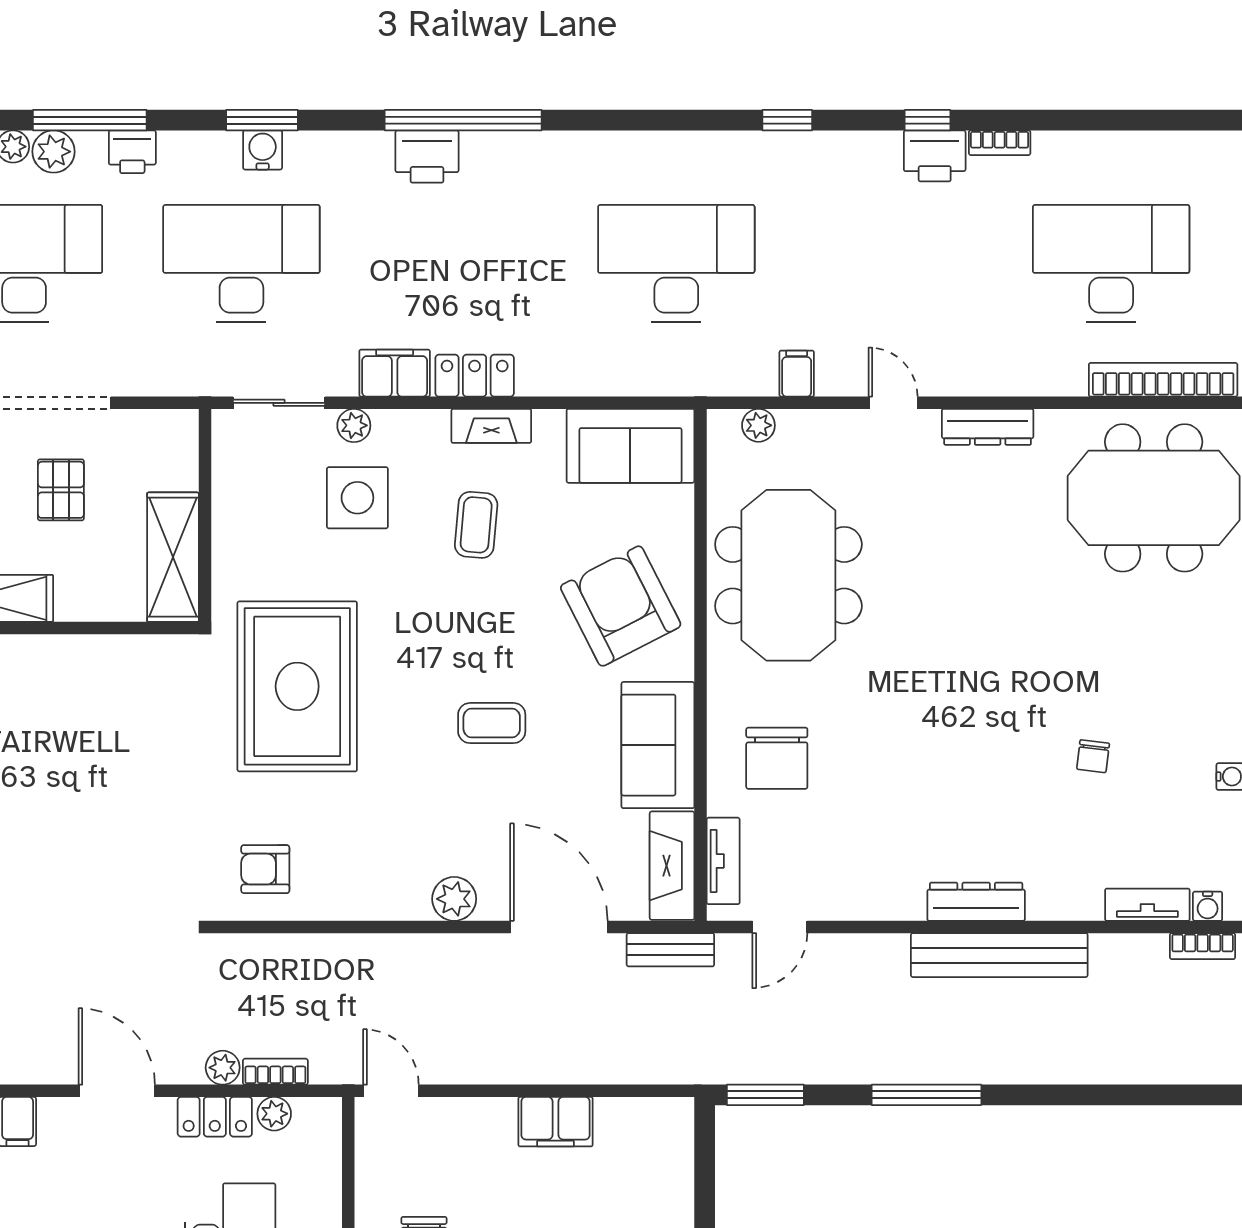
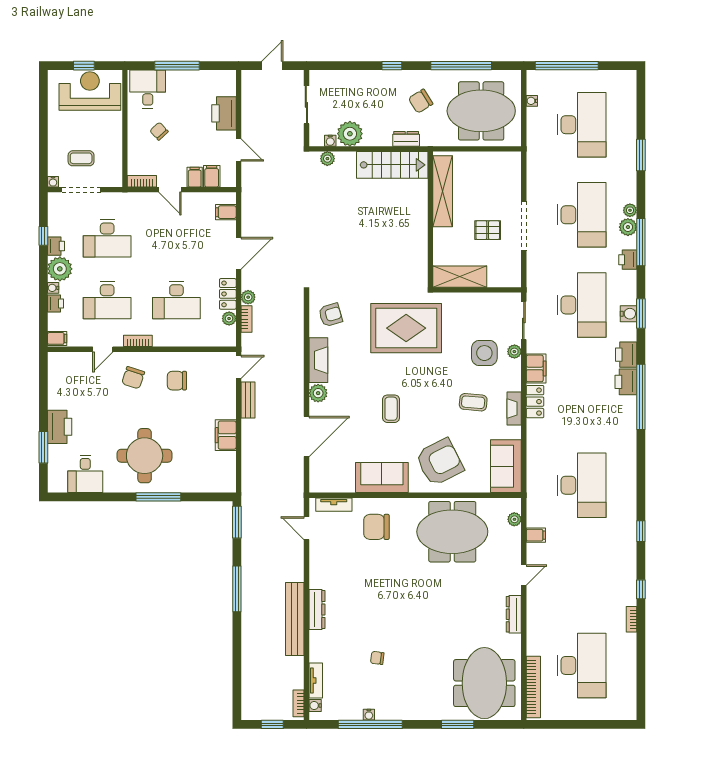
printer: (935, 156) -> (626, 355), moved
fireplace: (672, 866) -> (318, 360), moved, turned 90
armchair: (265, 869) -> (330, 315), turned 74
bench: (670, 950) -> (248, 400), moved

